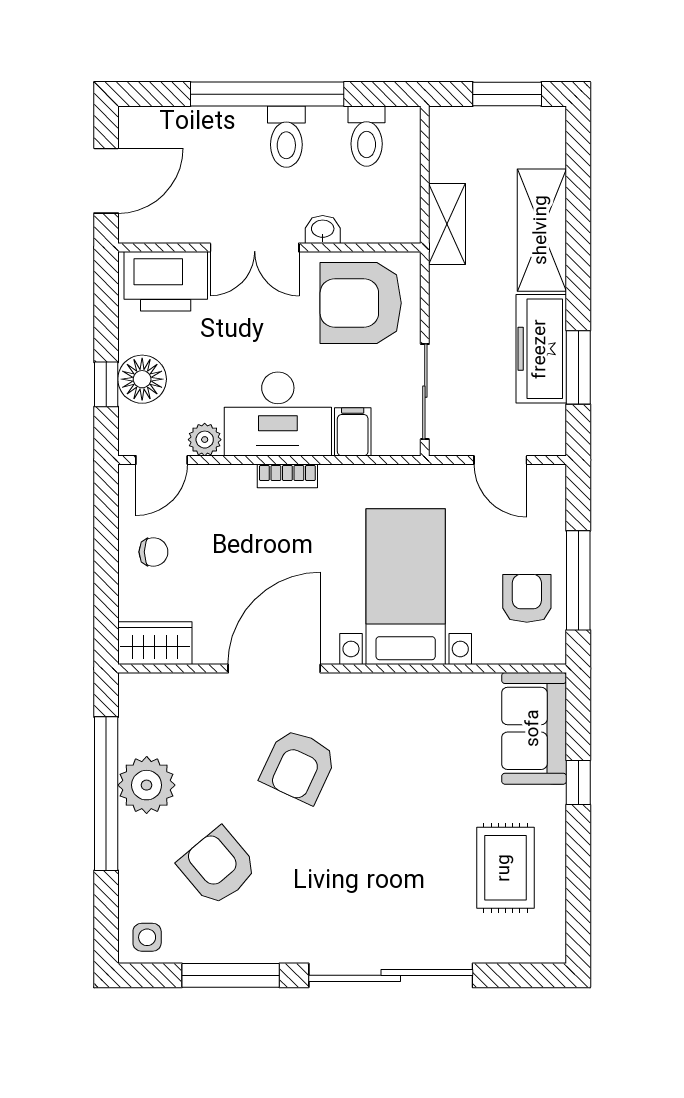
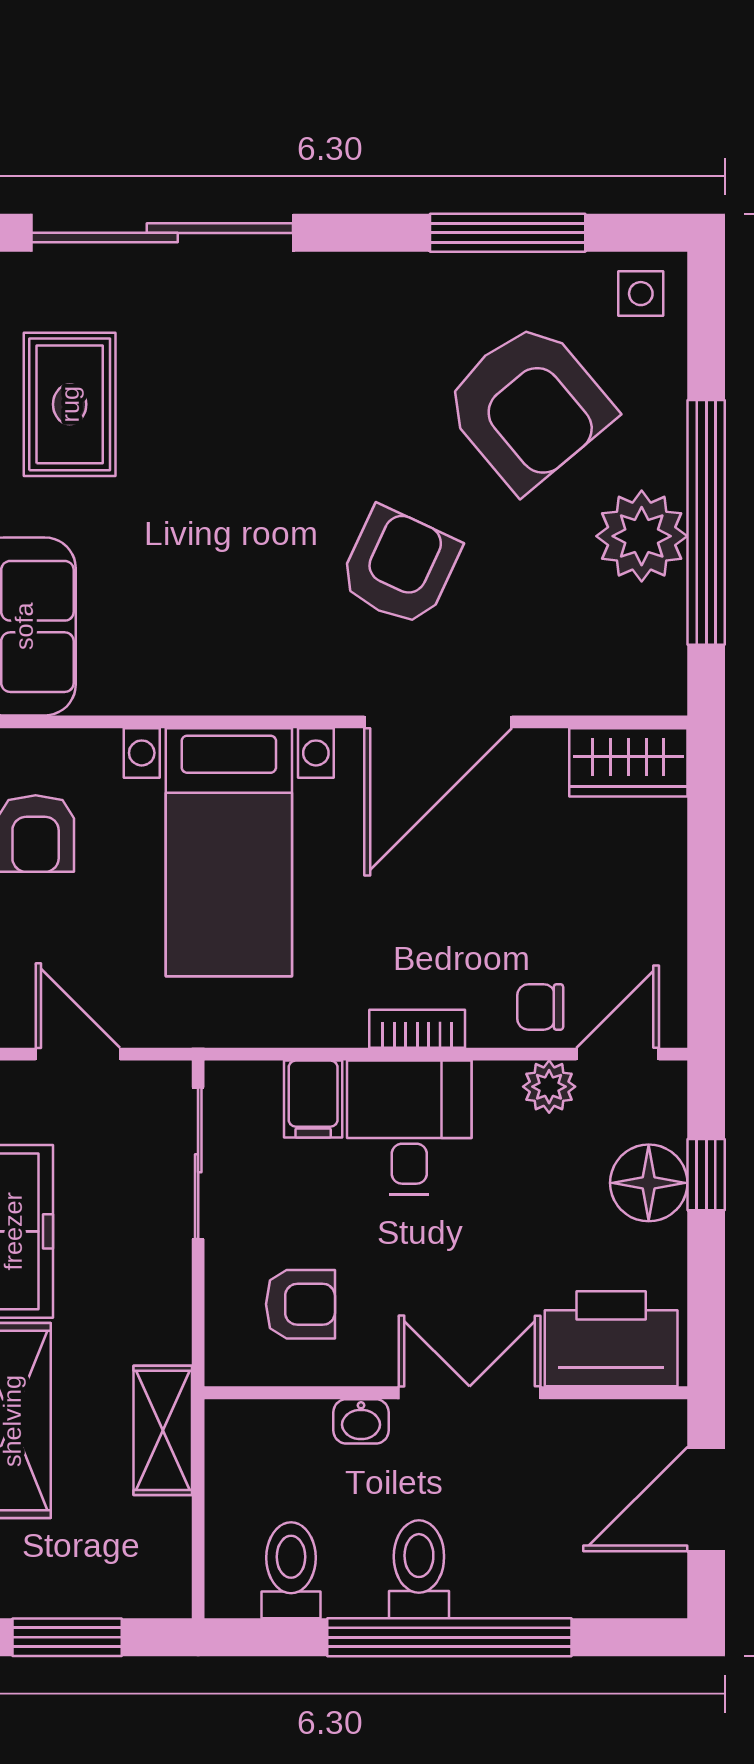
armchair: (361, 303) -> (300, 1304), width x0.53, depth x0.53
desk: (278, 414) -> (409, 1128), width x0.73
chair: (153, 552) -> (540, 1007), moved
armchair: (218, 867) -> (528, 406), width x1.36, depth x1.36
sliding door: (391, 975) -> (162, 233), moved

